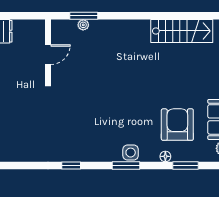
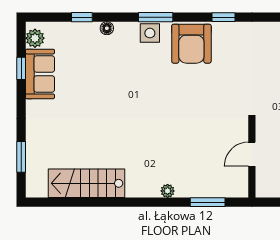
plant: (83, 25) -> (168, 191), moved
armchair: (177, 125) -> (191, 44), moved
window: (186, 165) -> (82, 17), width x0.67

